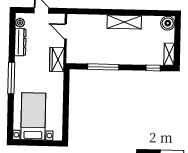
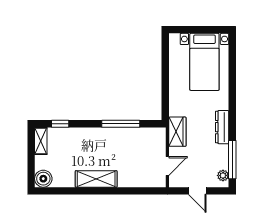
door: (66, 31) -> (167, 166), hinge flipped
dresser: (20, 42) -> (222, 127), moved
window: (11, 78) -> (232, 160), moved

